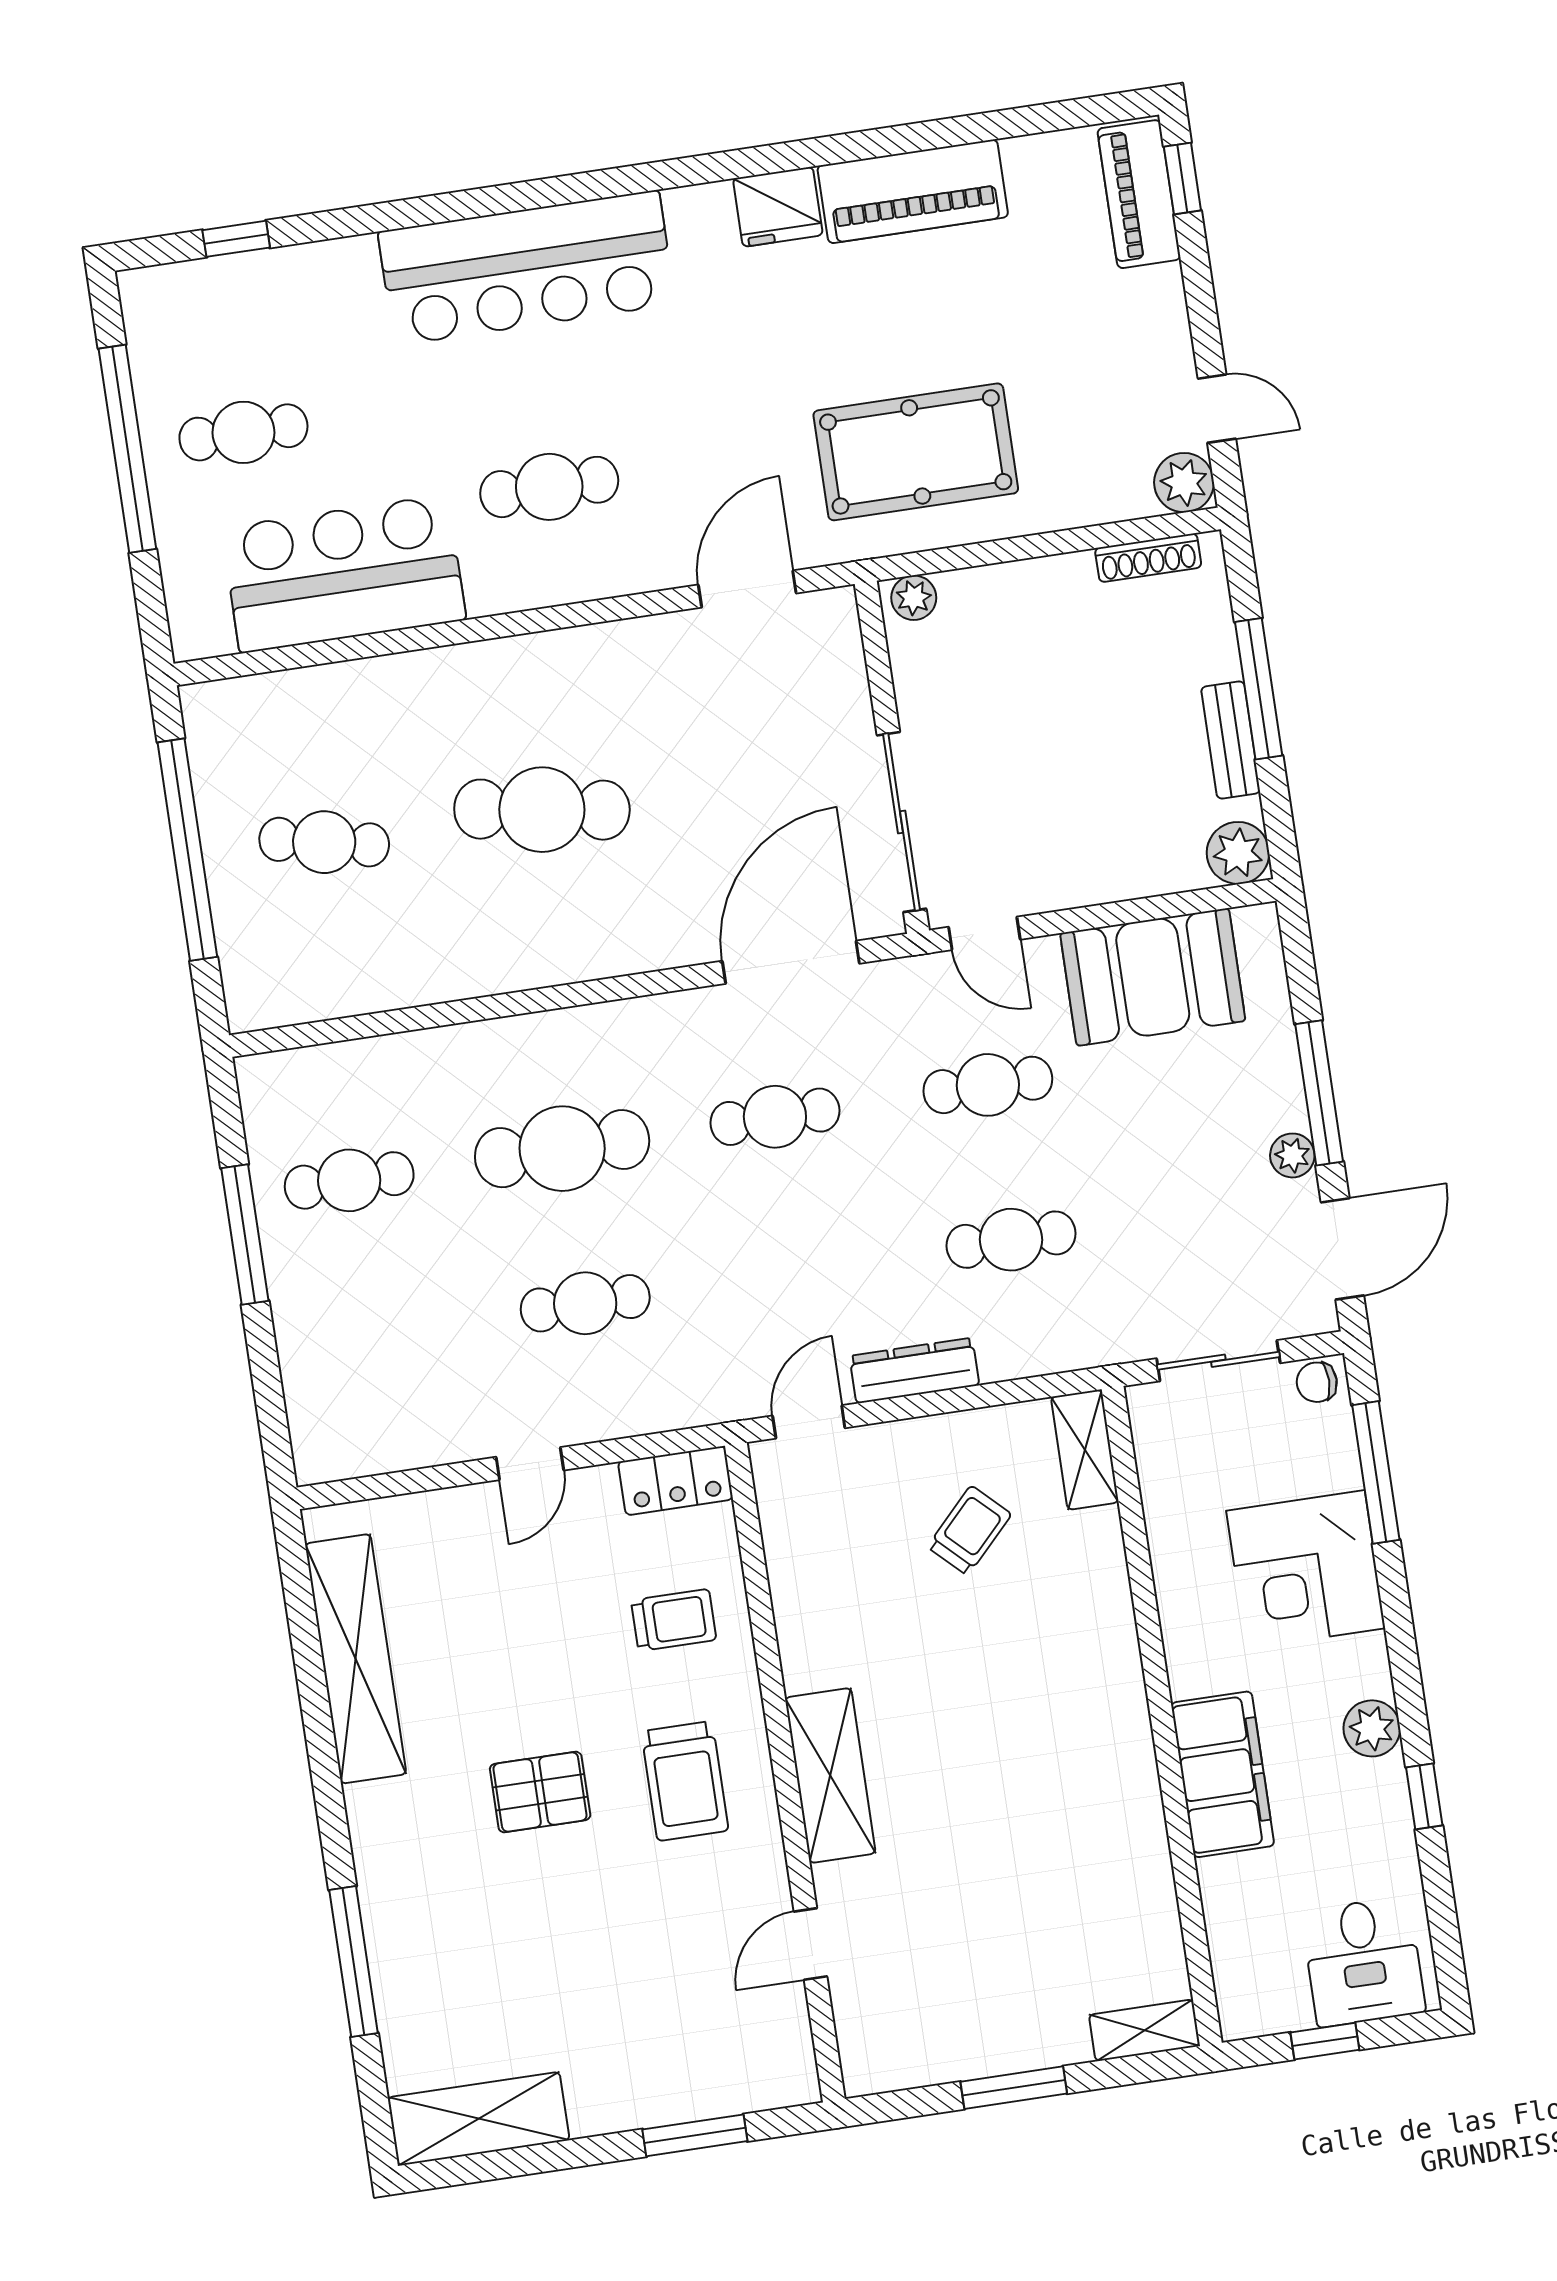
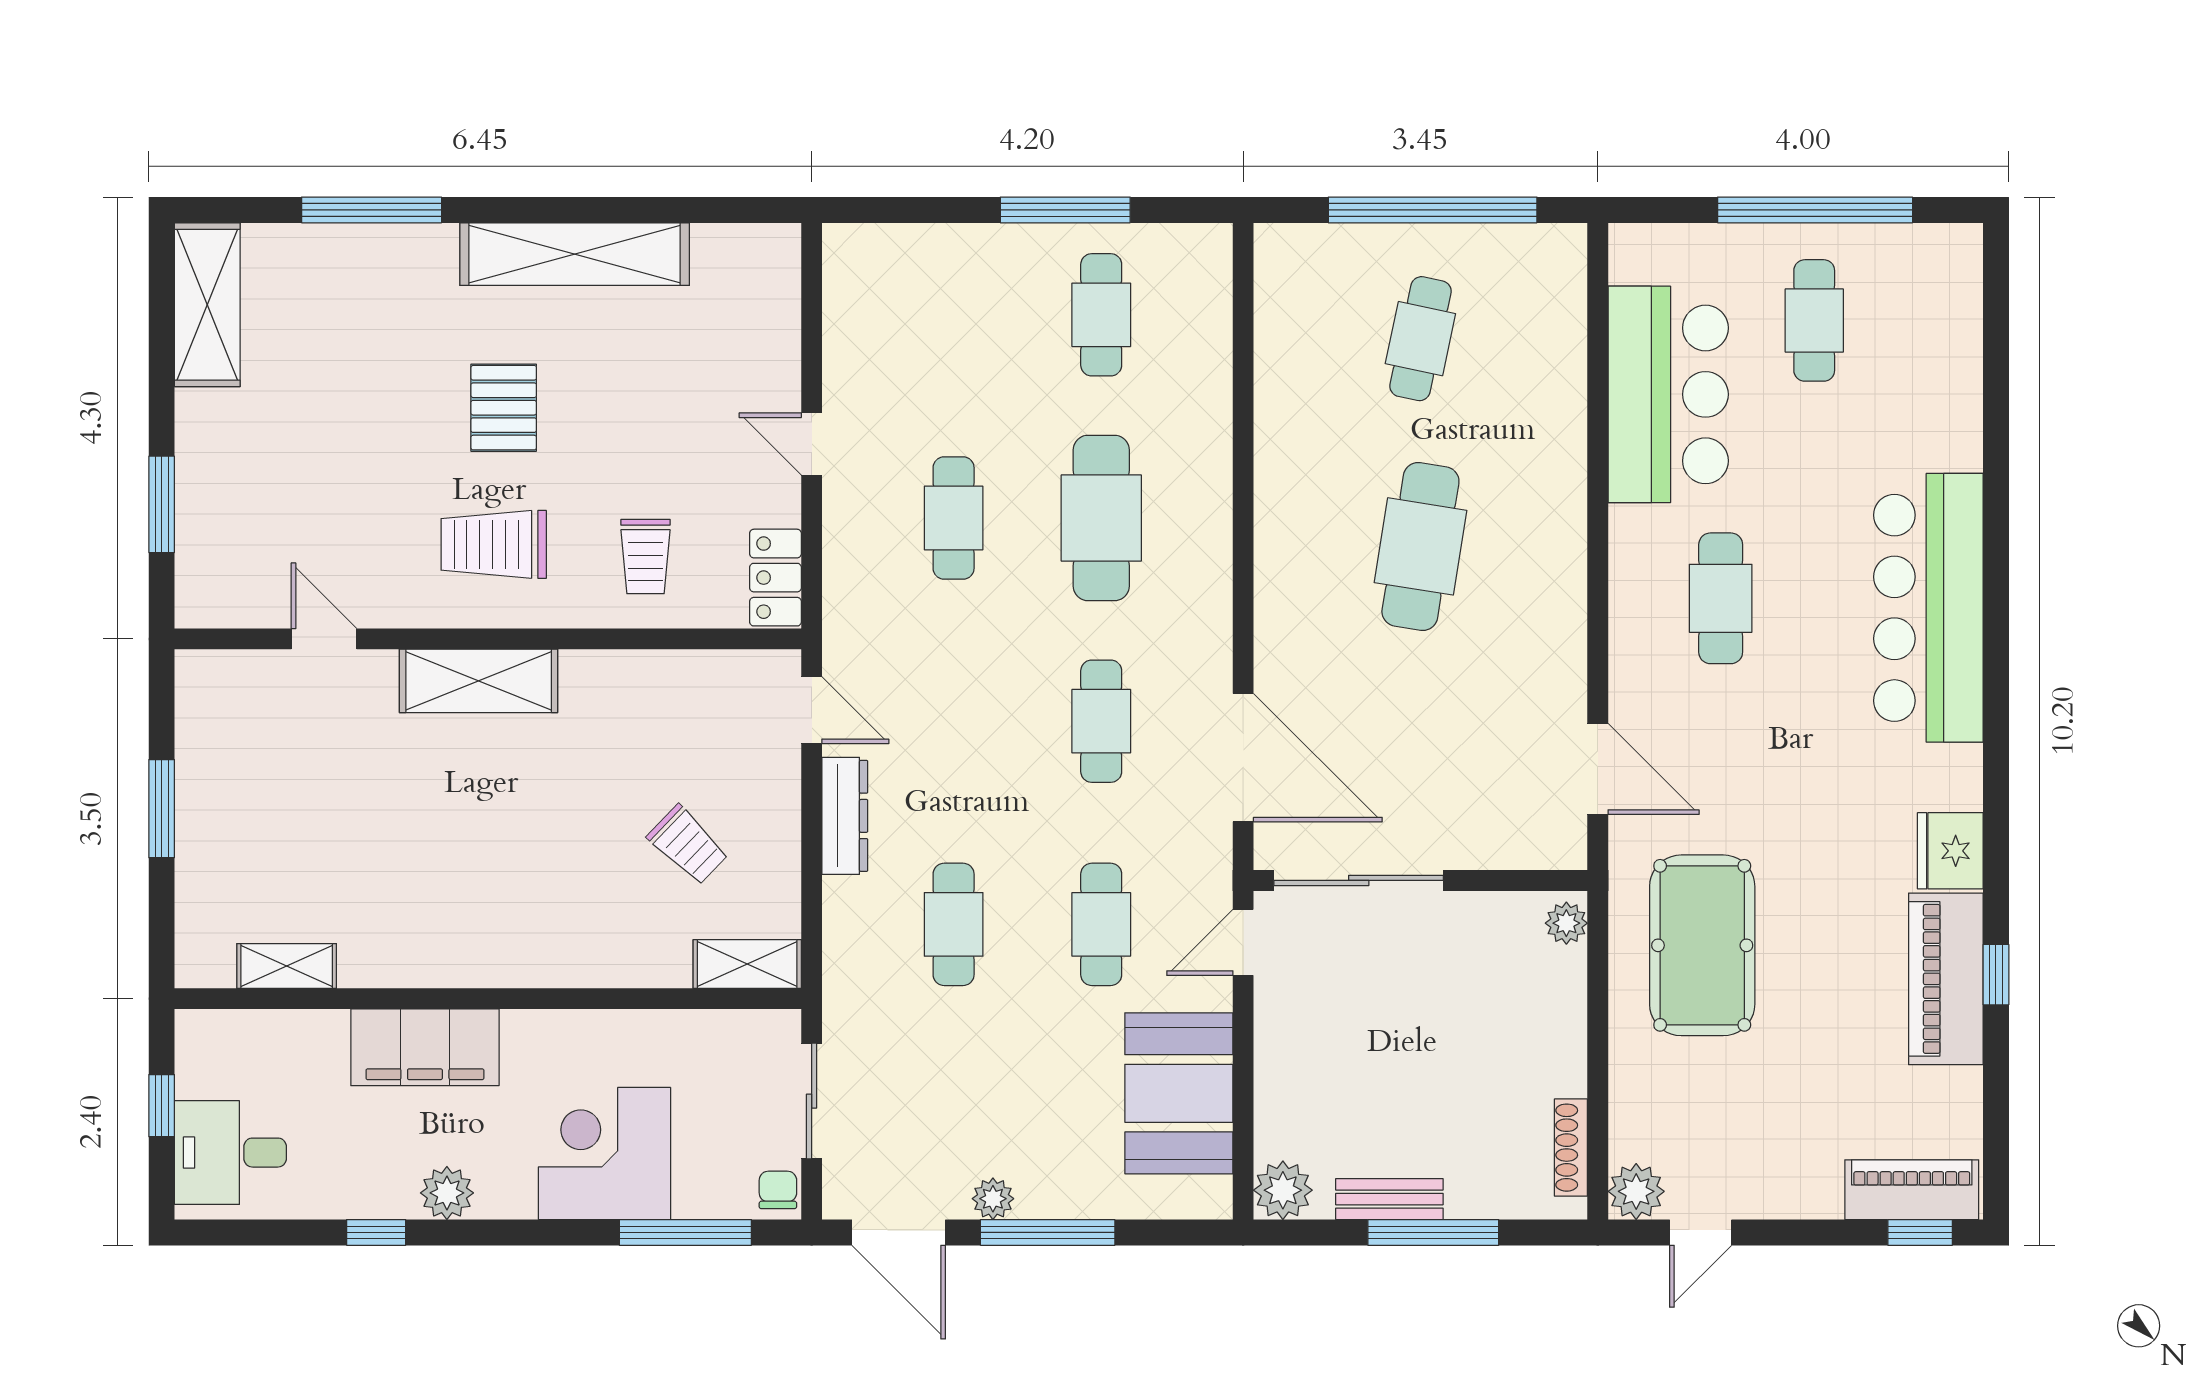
window: (236, 239) -> (1996, 975), moved
shelving: (356, 1659) -> (575, 254), moved
shelving: (1144, 2030) -> (287, 966), moved, turned 90

